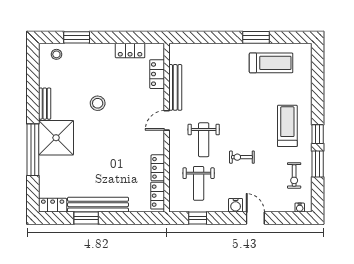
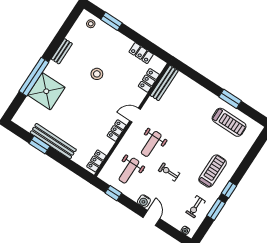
bench: (175, 87) -> (164, 83), moved
shower: (56, 138) -> (46, 91), moved
locker: (158, 168) -> (117, 131), moved
locker: (53, 205) -> (23, 122), removed

